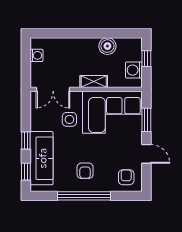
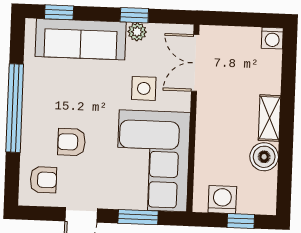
washing machine: (36, 55) -> (272, 38), moved
shelving: (94, 82) -> (269, 118), moved
plant: (36, 125) -> (137, 32), added
window: (26, 140) -> (134, 15), moved
armchair: (85, 171) -> (72, 142), moved

